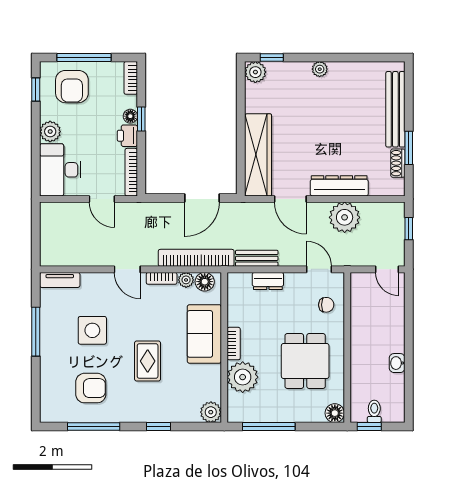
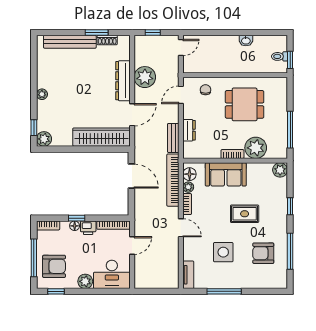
door: (127, 269) -> (181, 228), hinge flipped
armchair: (91, 388) -> (263, 253), turned -90
floor lamp: (335, 413) -> (281, 84), removed

